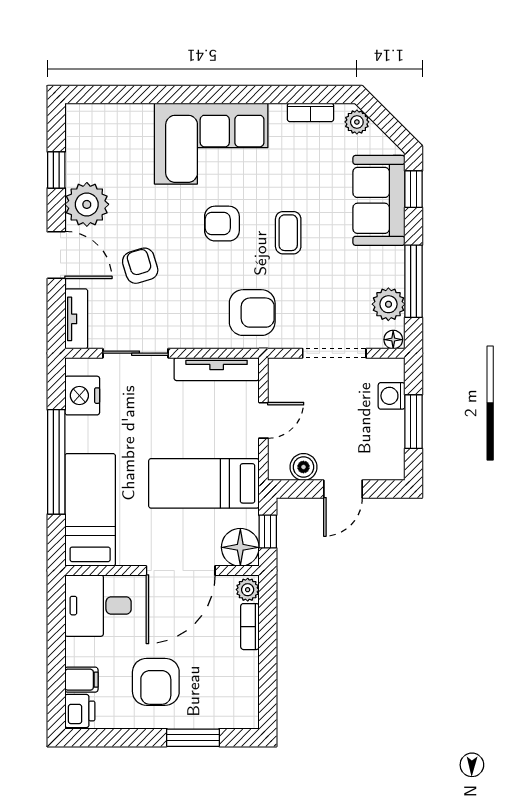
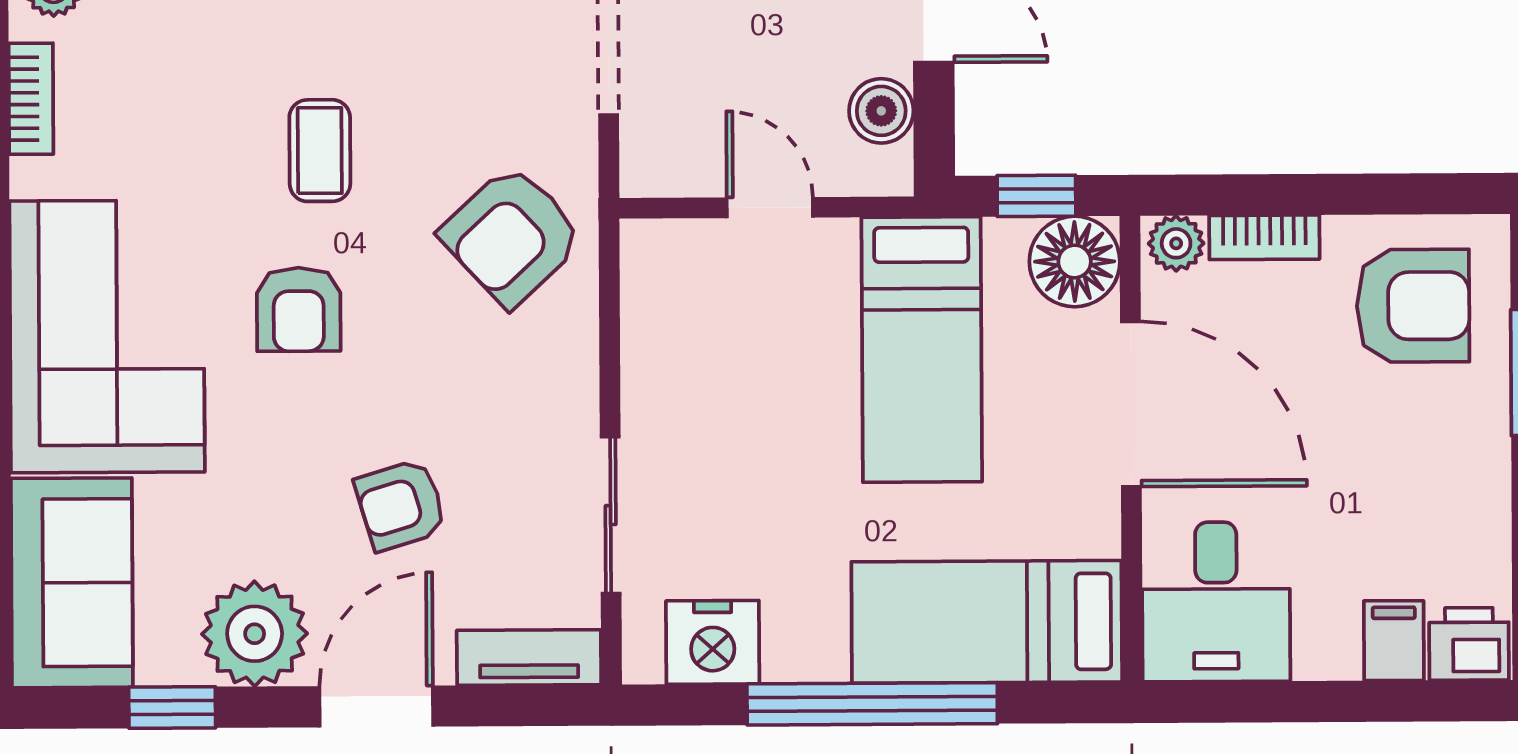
sofa: (108, 128) -> (72, 583), added
coffee table: (288, 233) -> (320, 151), turned 90
armchair: (252, 313) -> (512, 236), turned -133
tv unit: (217, 369) -> (648, 320), removed
armchair: (156, 682) -> (1413, 306), moved

